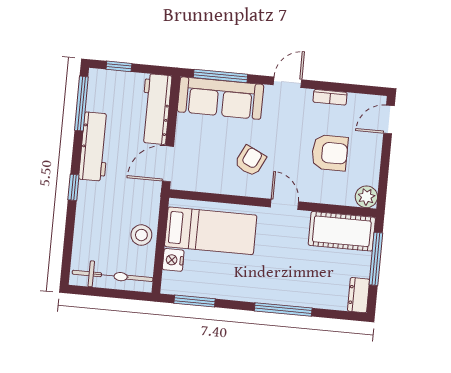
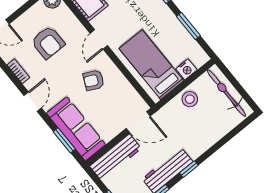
window: (221, 76) -> (64, 140), width x0.69
door: (287, 82) -> (33, 102), swing flipped
armchair: (330, 153) -> (48, 42), turned 180
window: (73, 187) -> (189, 169), moved
window: (195, 301) -> (188, 26), moved

